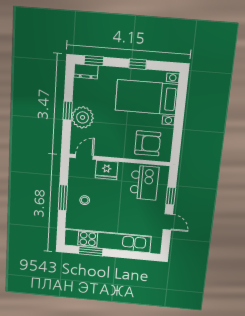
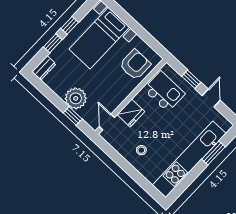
window: (94, 61) -> (53, 43), moved
window: (68, 111) -> (73, 116), moved
window: (63, 198) -> (126, 166), removed
door: (168, 222) -> (211, 98), hinge flipped
window: (91, 251) -> (213, 153), moved

